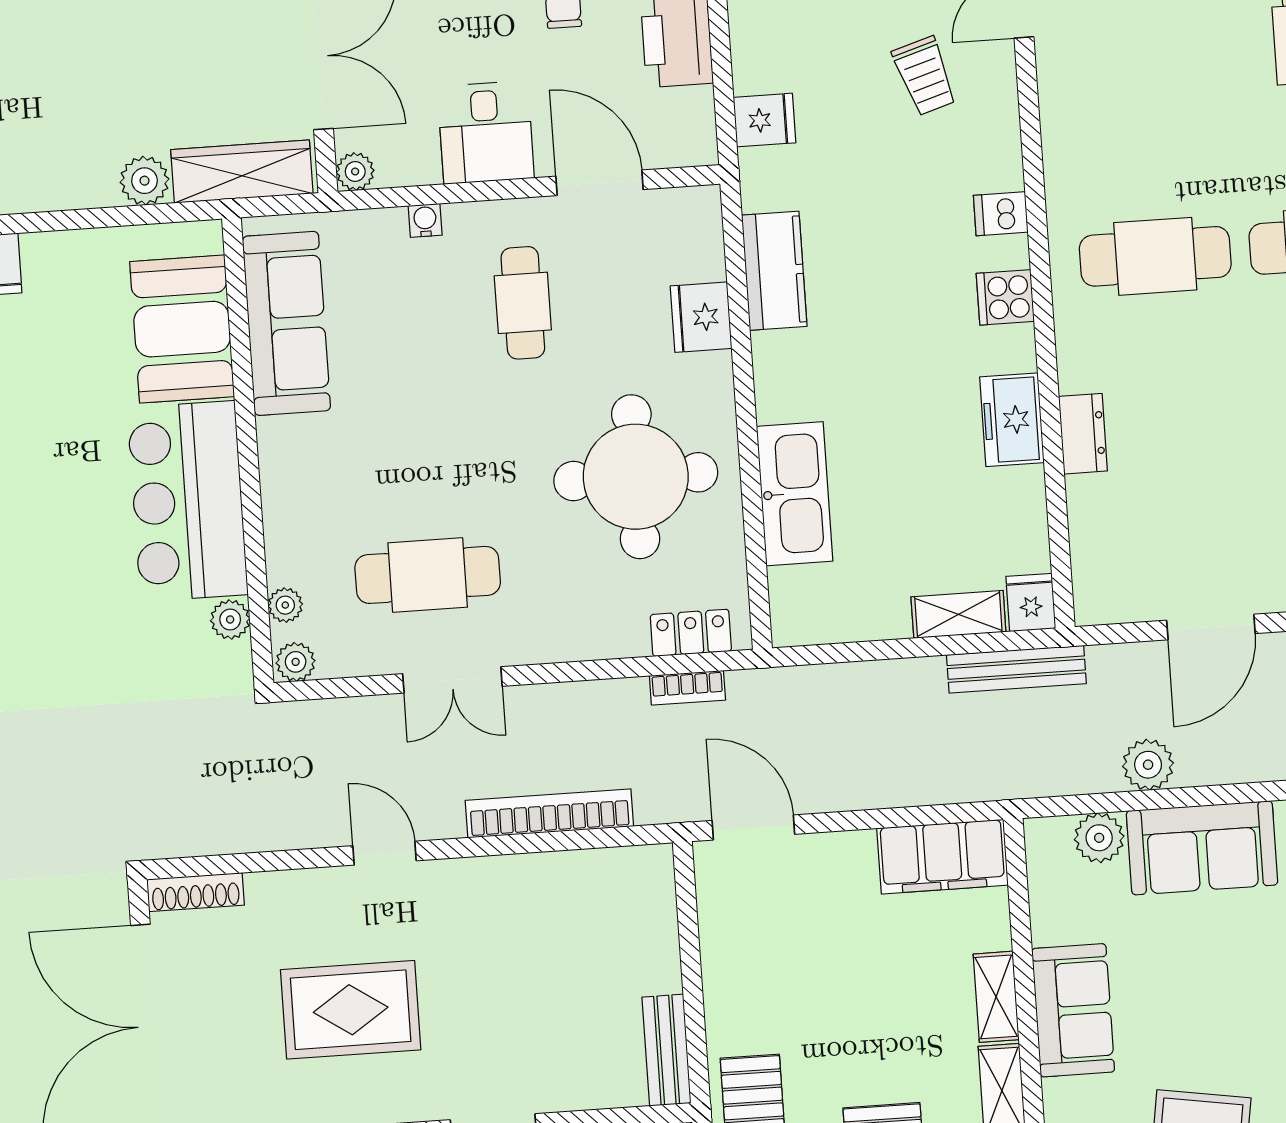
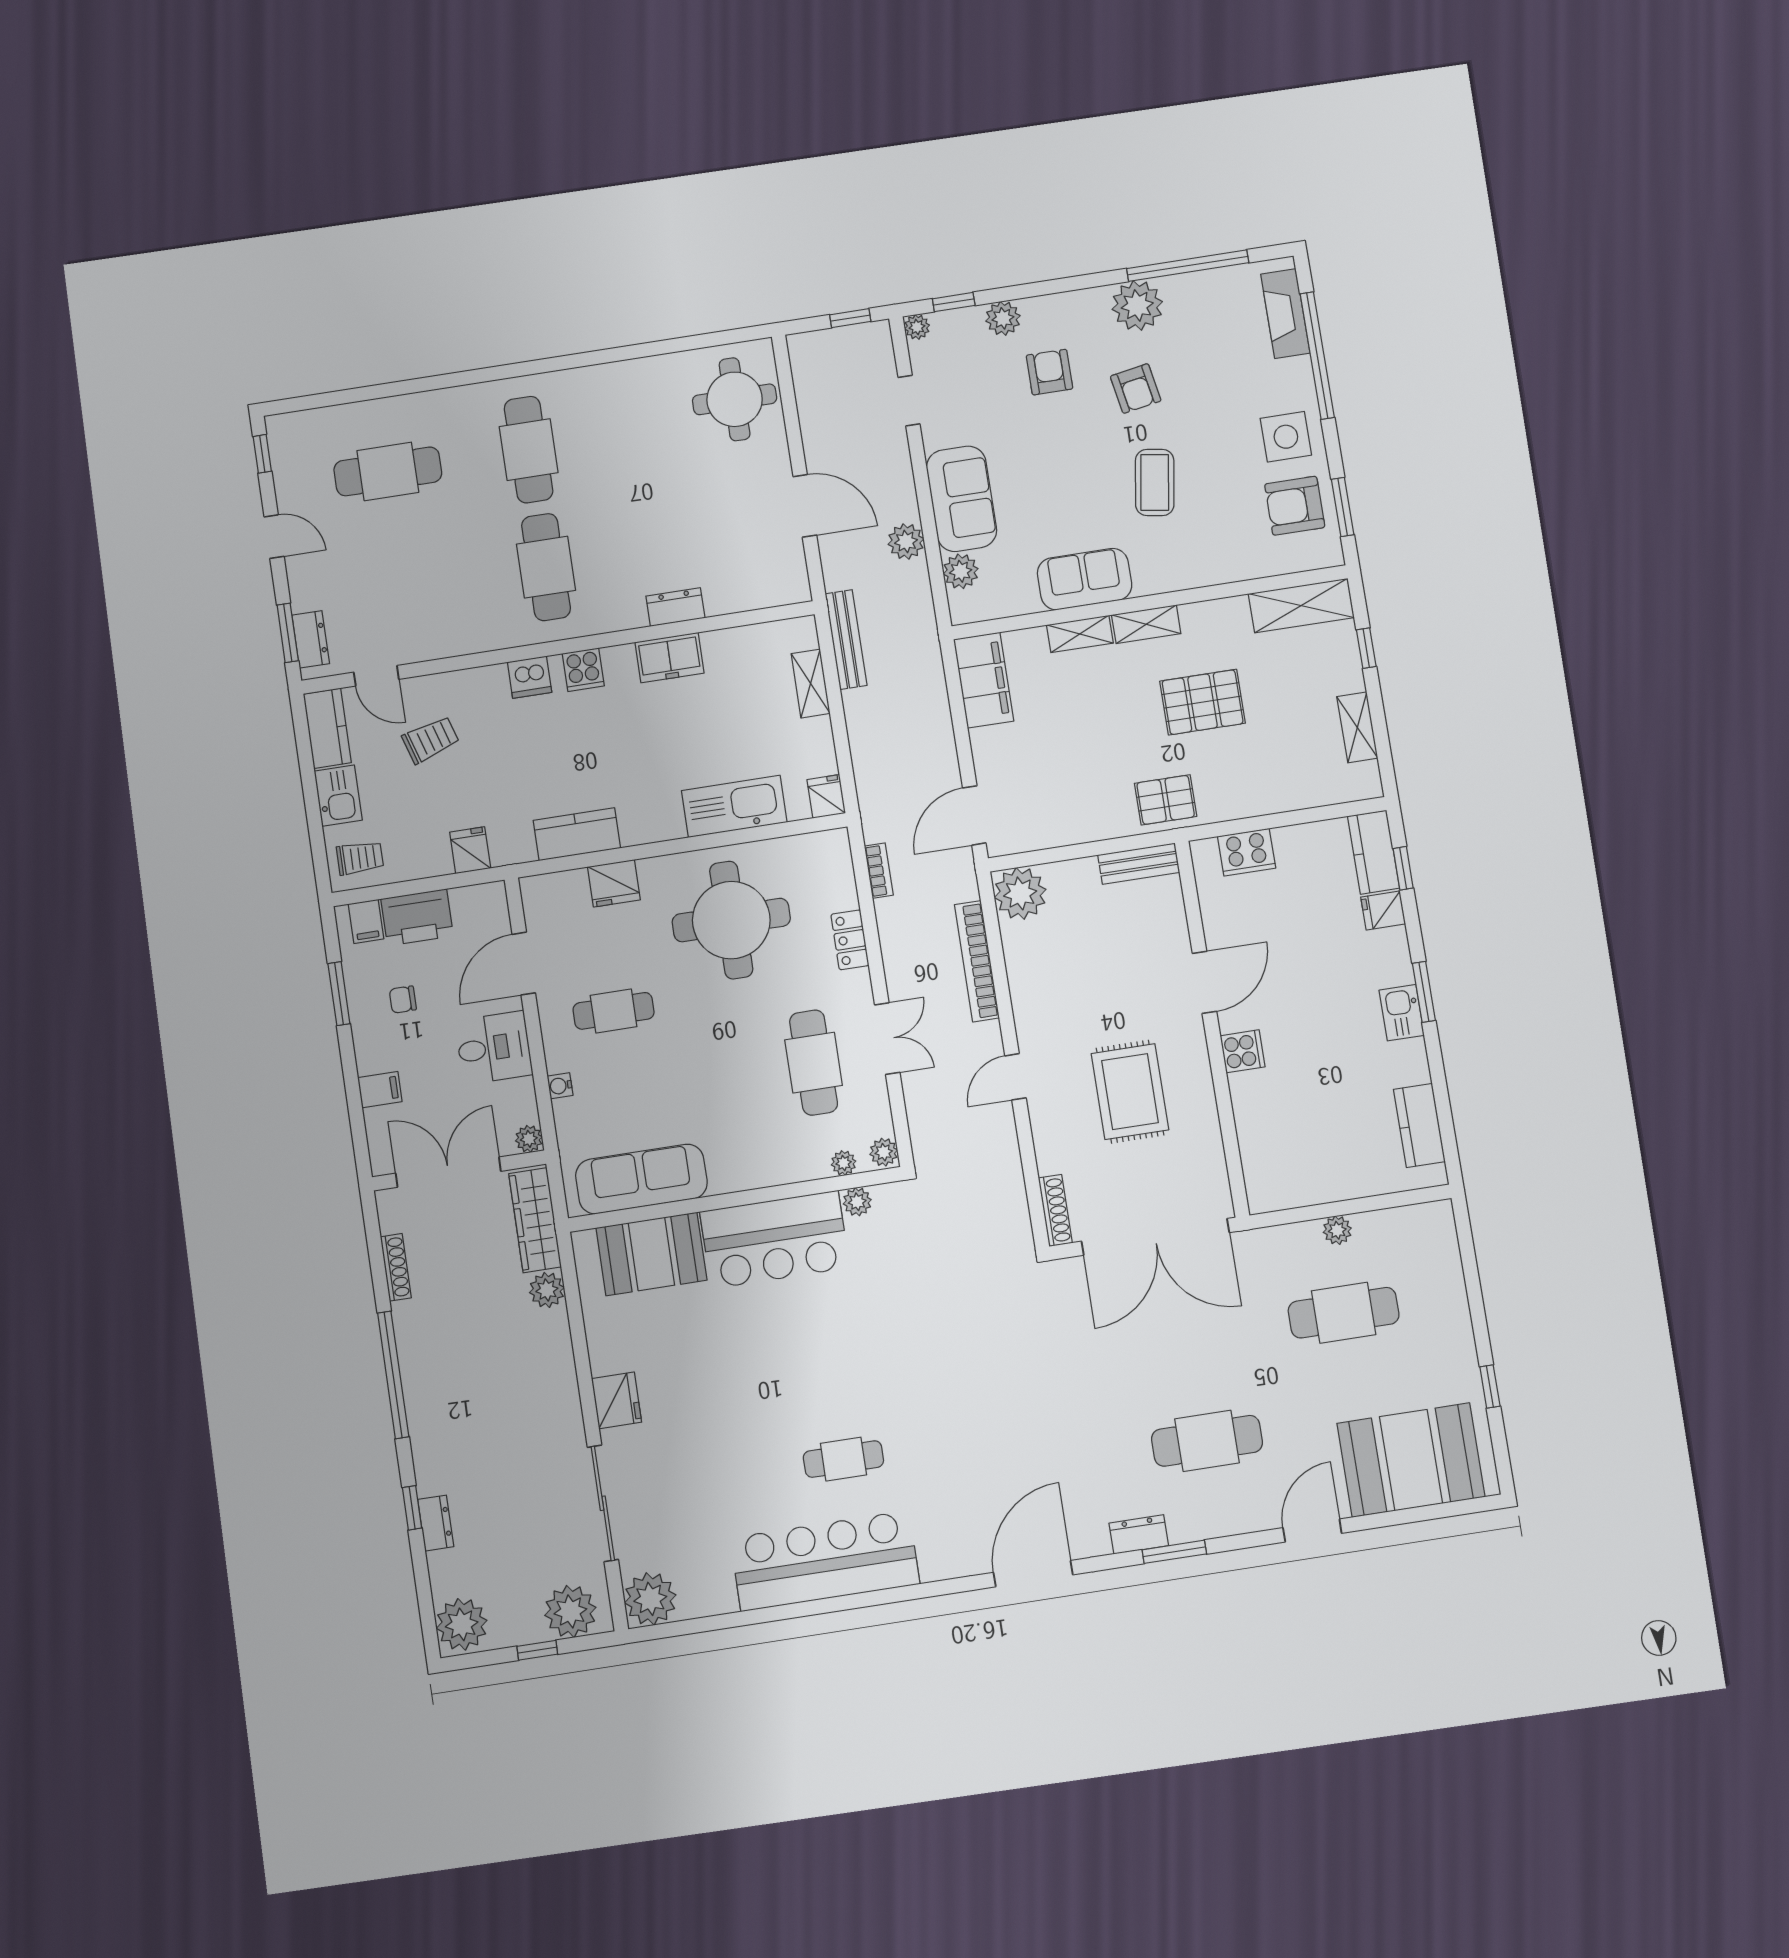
dishwasher: (1001, 214) -> (530, 677), width x1.38
fridge: (1031, 602) -> (826, 796), moved, turned 90
locker: (691, 633) -> (850, 940), moved
plant: (639, 882) -> (1020, 893), added

